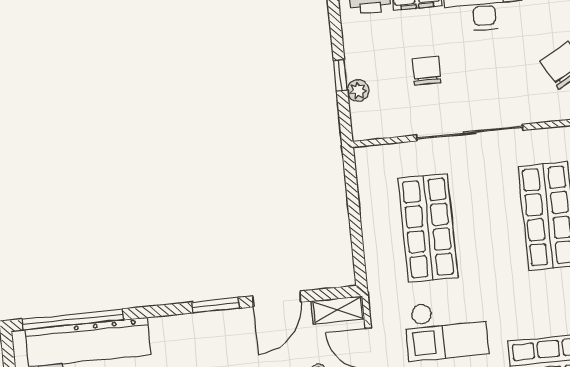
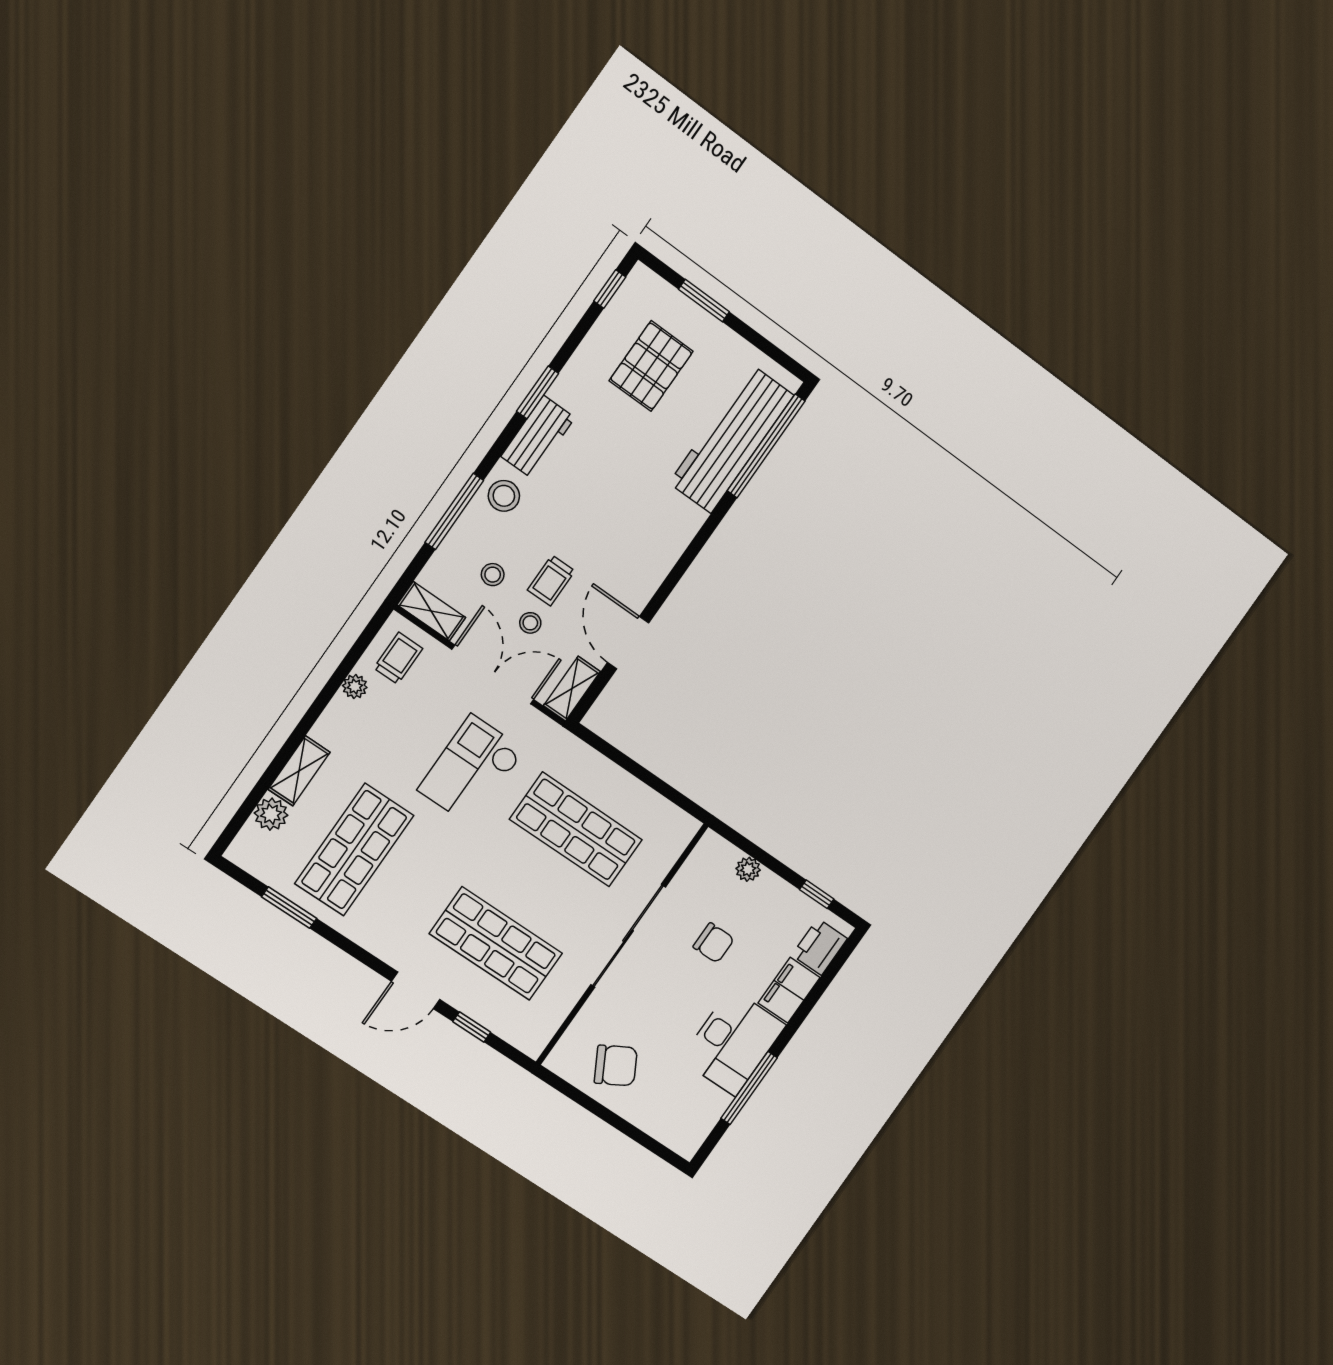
window: (340, 75) -> (817, 894), moved
window: (216, 305) -> (670, 584), removed

